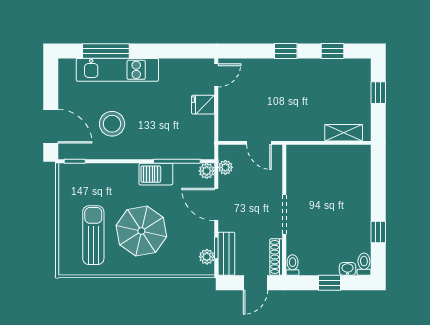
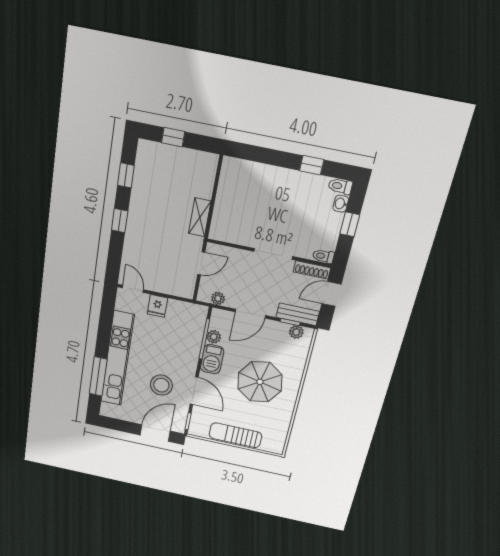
kitchen unit: (117, 70) -> (117, 359), width x1.36
shelving: (344, 133) -> (200, 217), moved
door: (114, 161) -> (194, 391), added
plant: (207, 171) -> (214, 337), moved
sun lounger: (93, 235) -> (235, 435), moved
door: (255, 283) -> (331, 294), swing flipped

